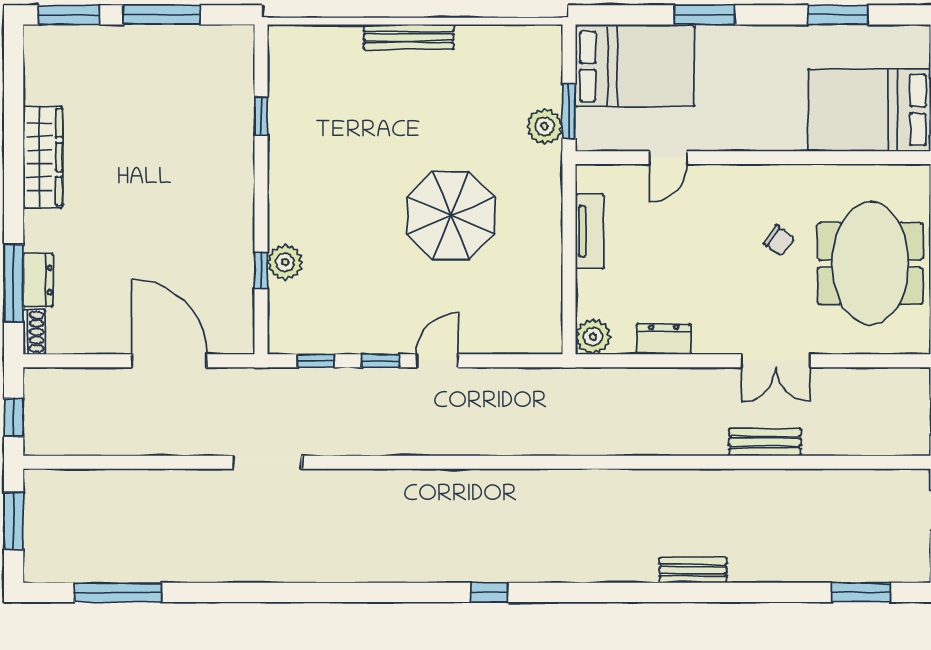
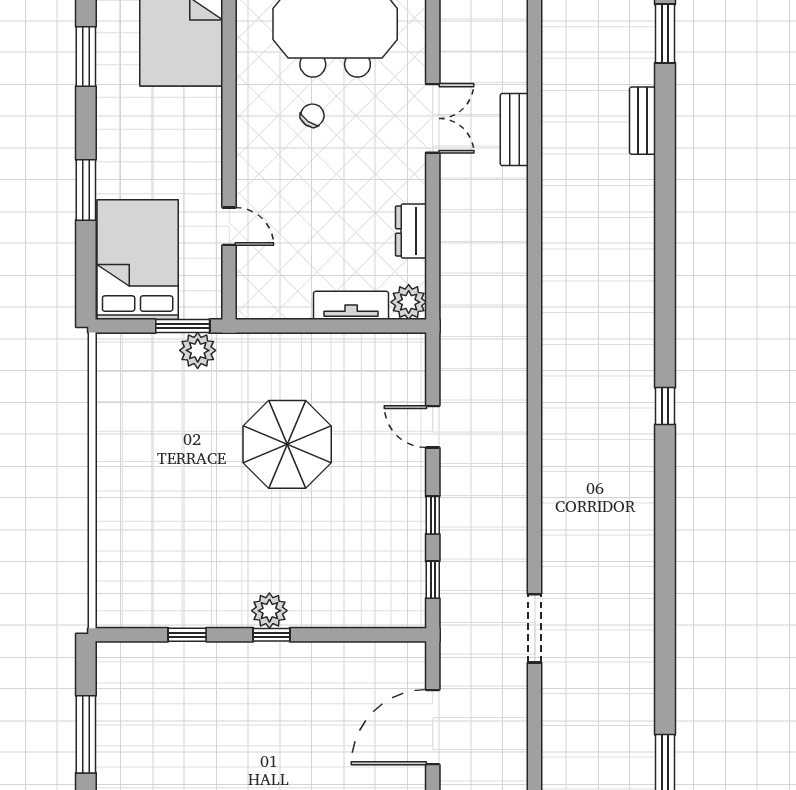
bench: (409, 37) -> (108, 487), removed
tv unit: (589, 231) -> (351, 305), moved
plant: (285, 262) -> (269, 611), moved
window: (261, 271) -> (272, 635), moved
door: (437, 361) -> (433, 427), moved
bench: (693, 570) -> (643, 121), moved

